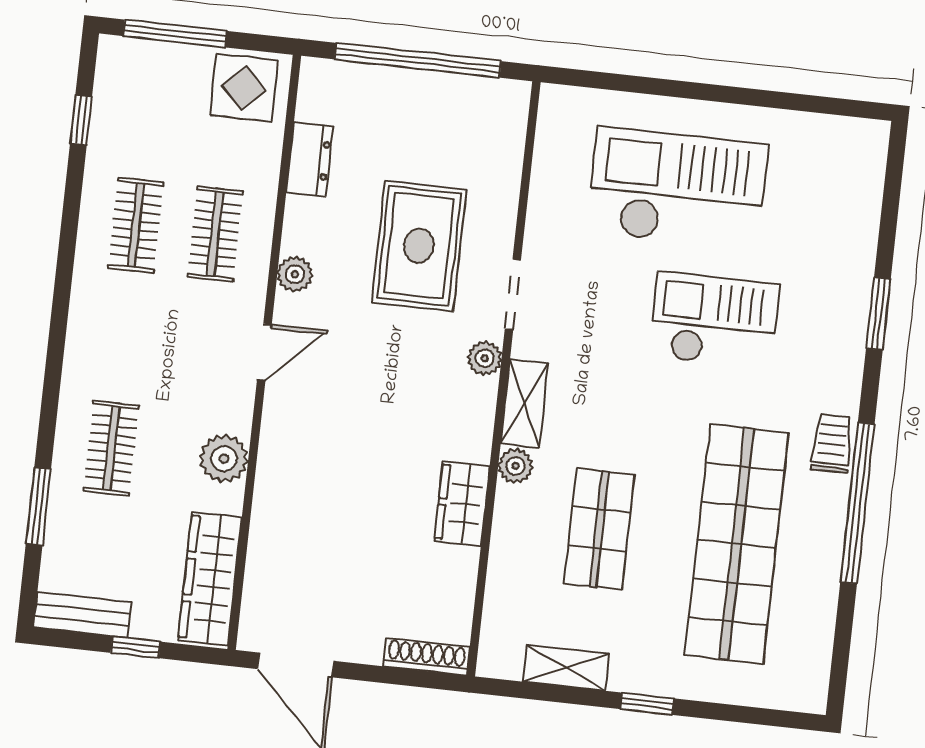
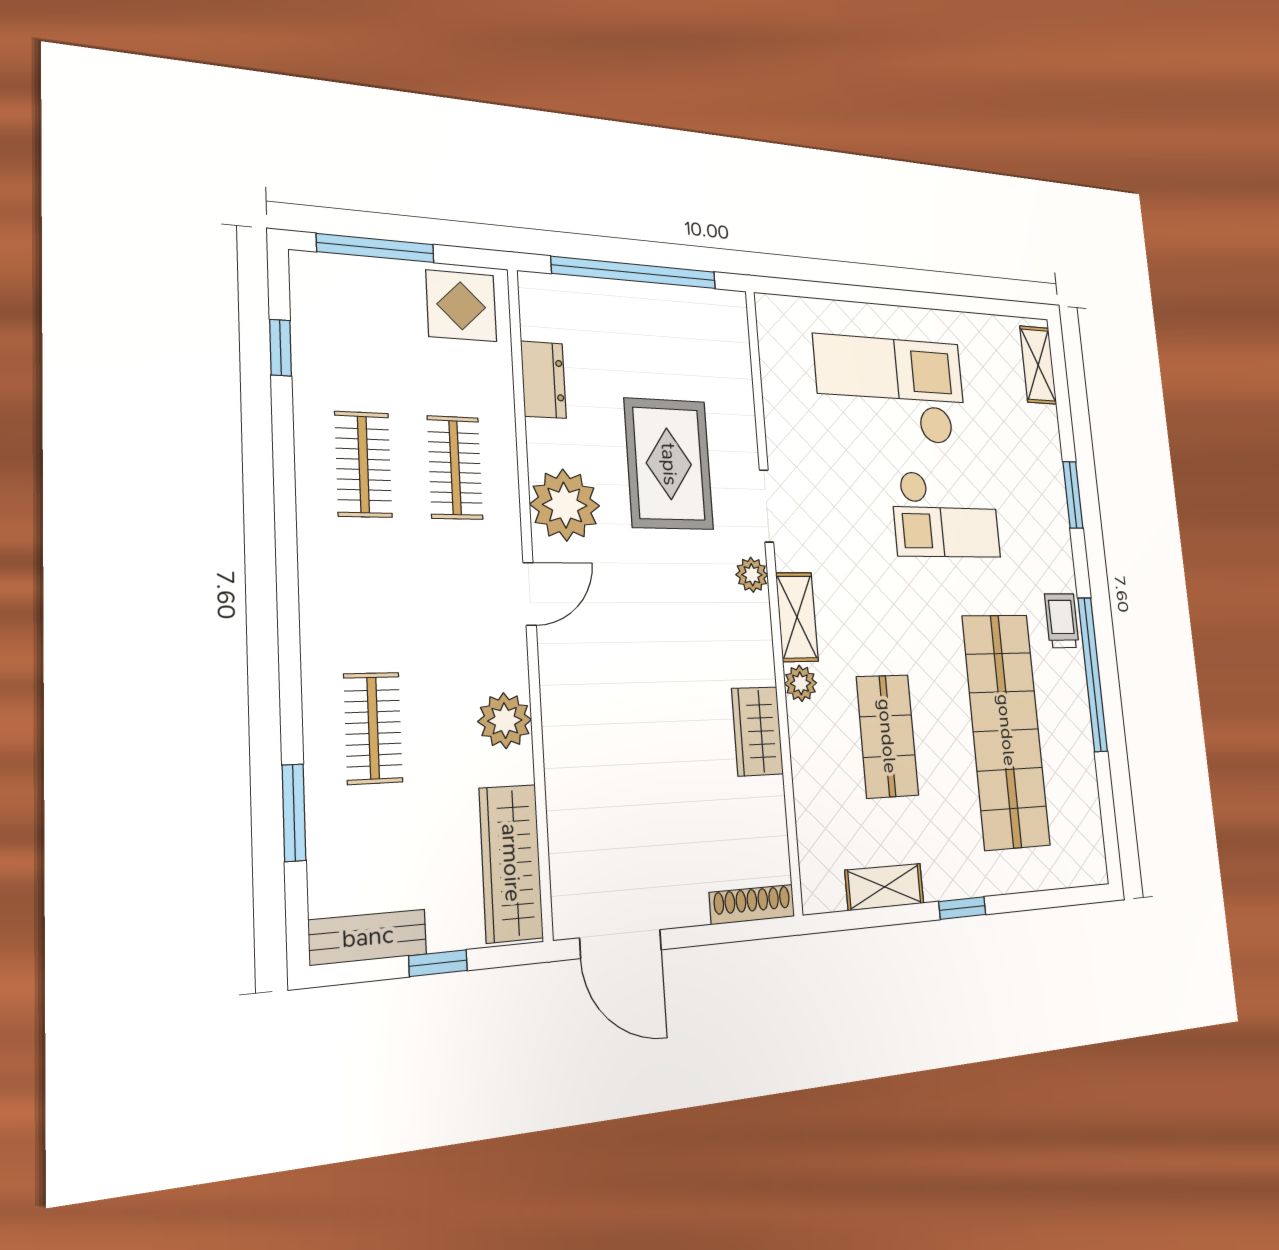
shelving: (867, 171) -> (1038, 365), added
plant: (295, 274) -> (565, 505), width x1.87, depth x1.87
checkout: (714, 320) -> (946, 515), turned 180

